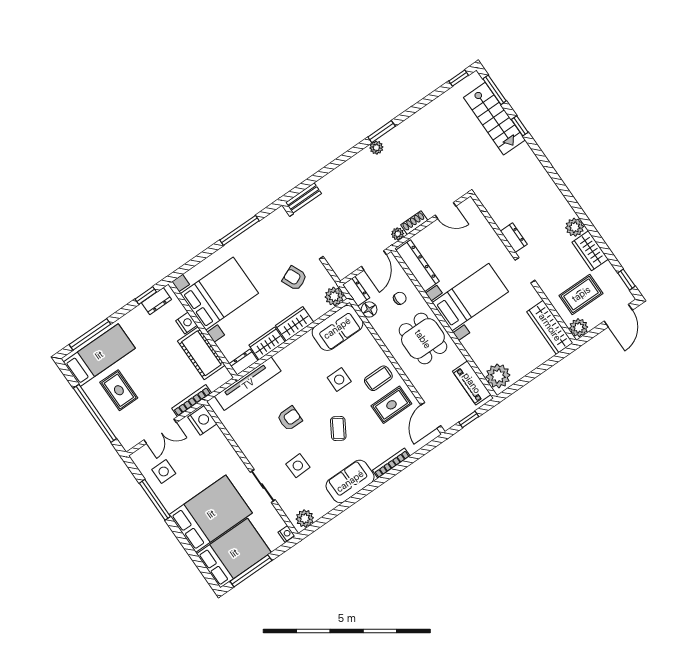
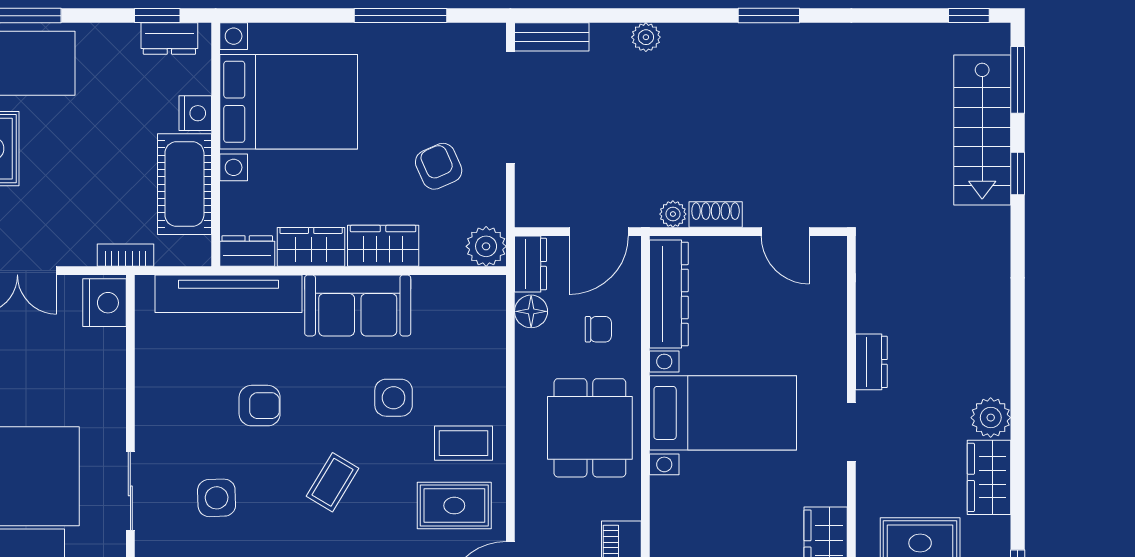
plant: (376, 148) -> (646, 37), moved
sofa: (337, 328) -> (358, 305), moved
bookcase: (192, 401) -> (126, 255), width x0.64

